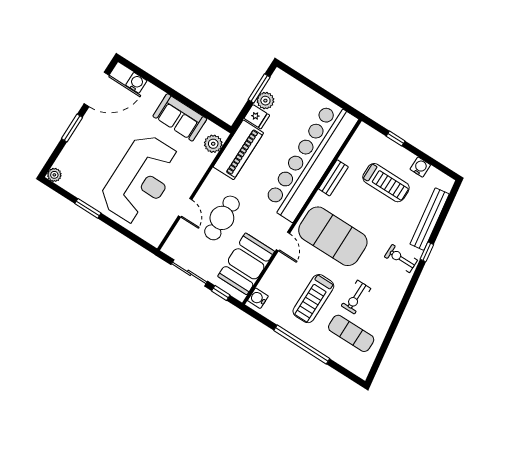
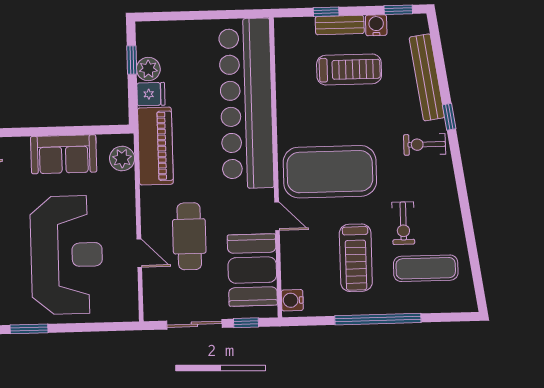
window: (259, 88) -> (132, 60), width x0.67
window: (440, 167) -> (398, 10), added
bench: (333, 178) -> (340, 25), moved, turned 90

